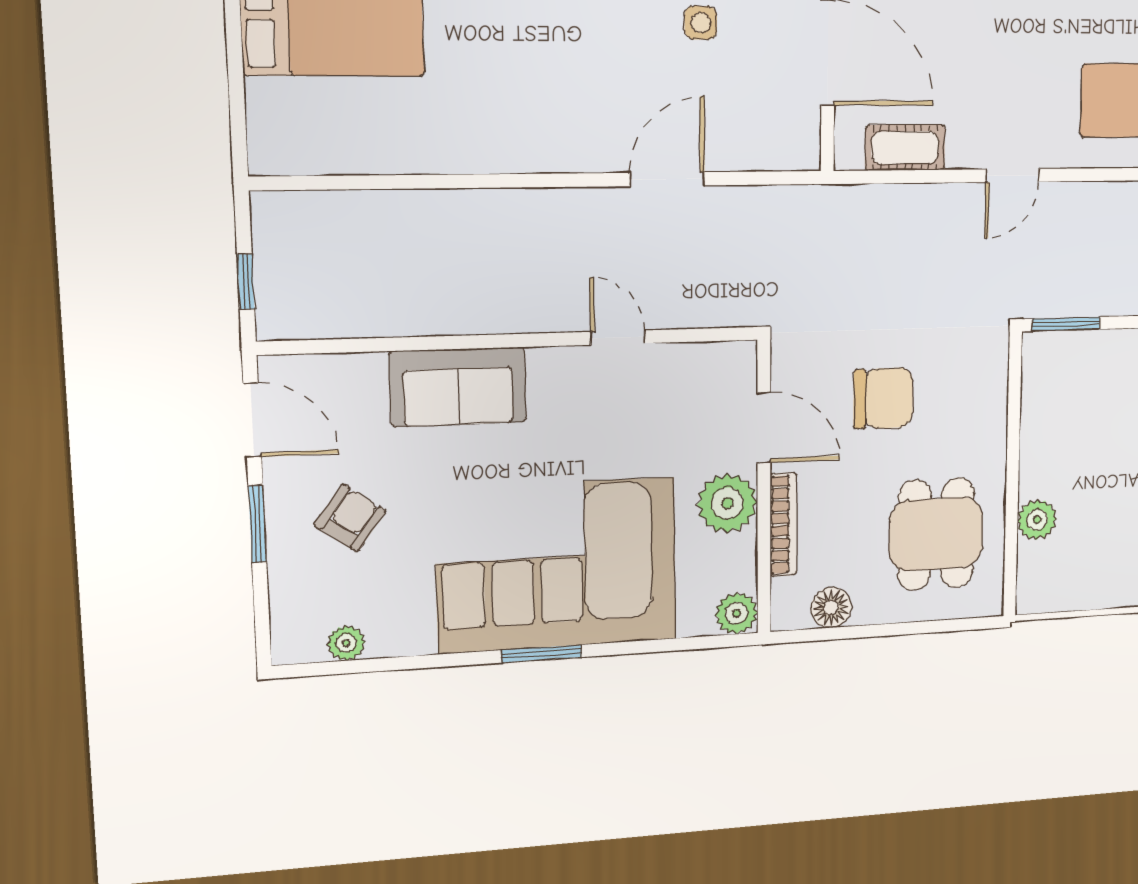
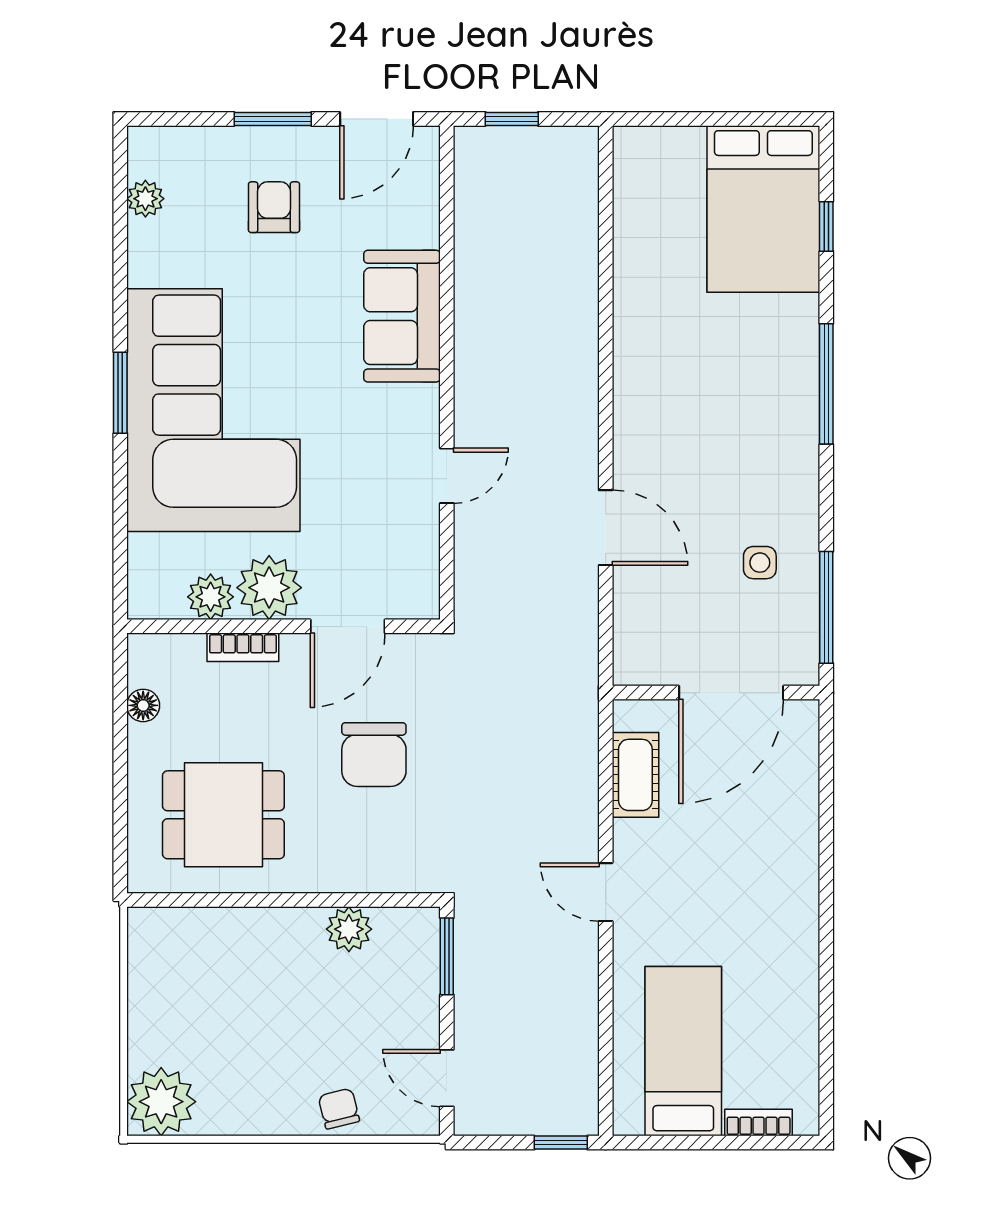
armchair: (350, 518) -> (274, 207), turned -126
plant: (1037, 520) -> (349, 929), moved
bookcase: (783, 525) -> (243, 647), width x0.64
floor lamp: (831, 608) -> (143, 705), width x0.73, depth x0.73
plant: (736, 613) -> (211, 597), moved

